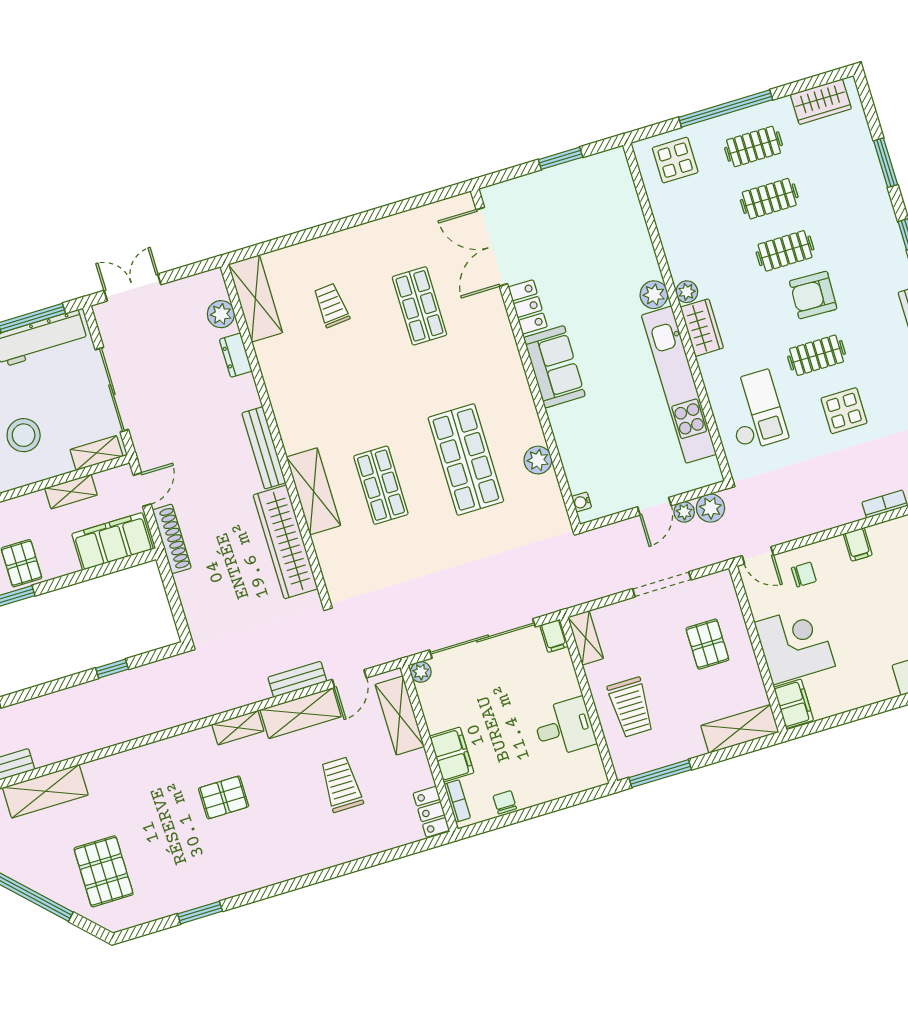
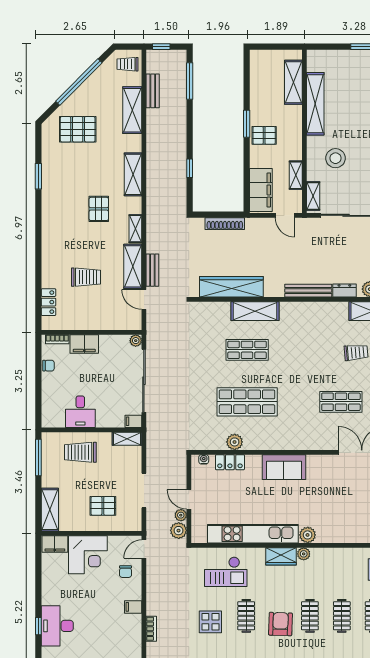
locker: (528, 307) -> (230, 462), moved
bench: (264, 448) -> (308, 291), moved
shoe rack: (172, 539) -> (225, 224), moved
shelving: (400, 715) -> (133, 174), moved, turned 90
locker: (431, 812) -> (48, 302), moved, turned 90

